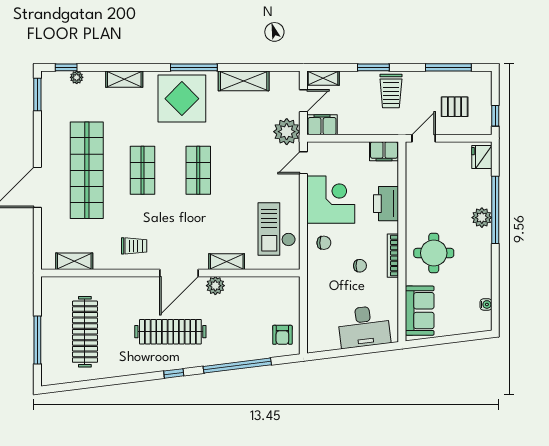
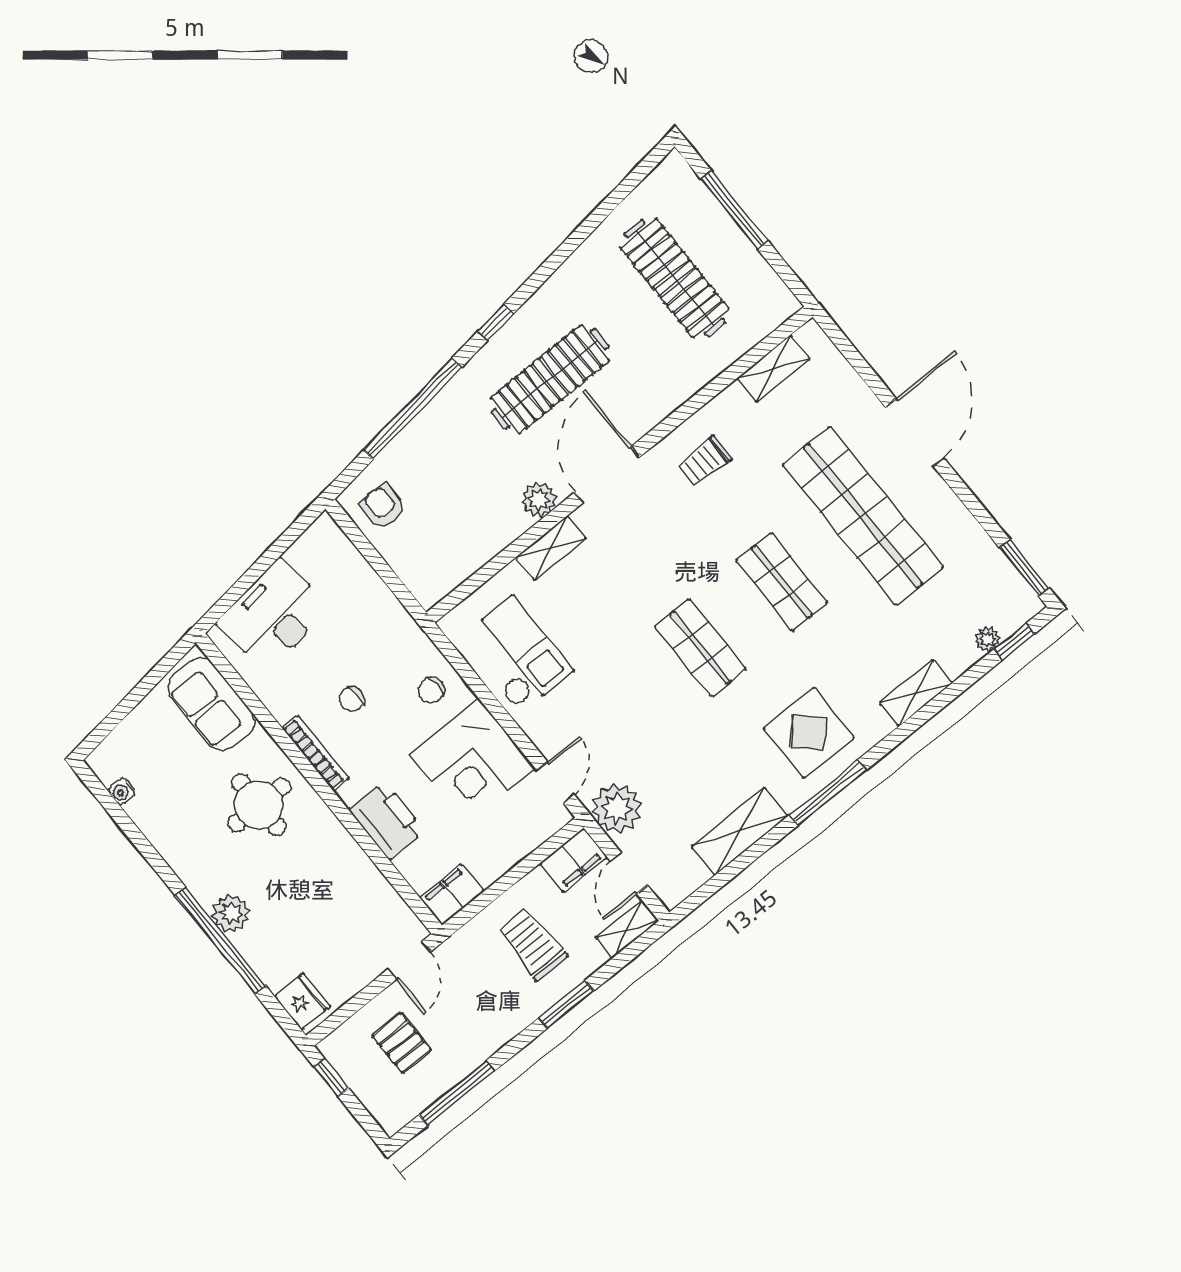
trolley: (391, 91) -> (532, 944), moved
display table: (182, 99) -> (809, 733), width x0.73, depth x0.73
pallet: (455, 107) -> (401, 1043), turned 90

